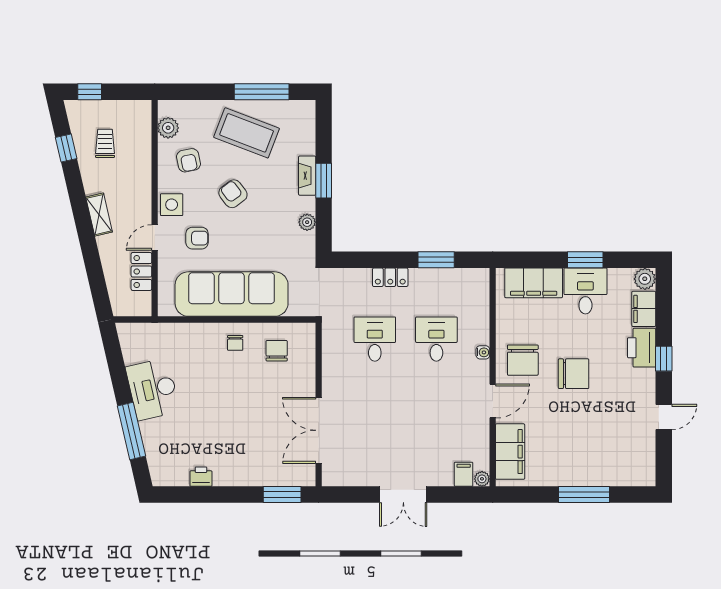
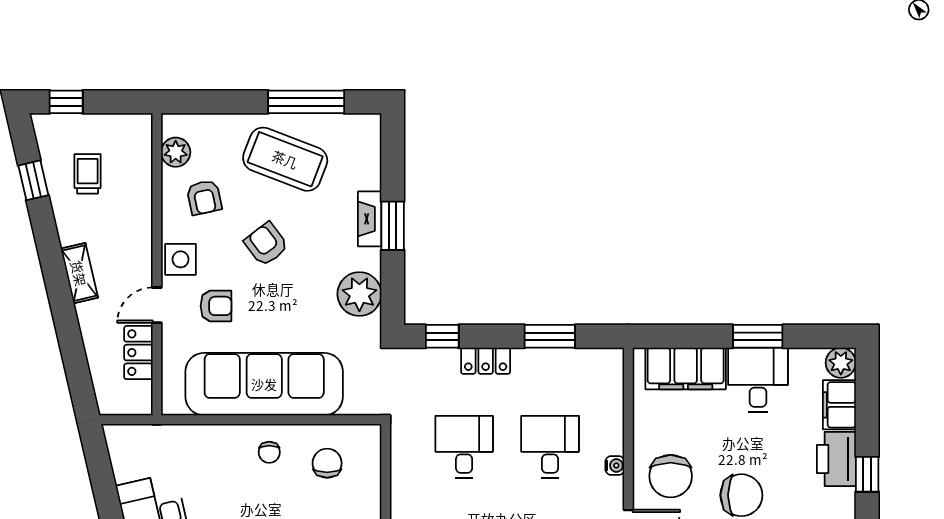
plant: (307, 222) -> (359, 294), width x1.88, depth x1.88
window: (359, 260) -> (442, 336), added

